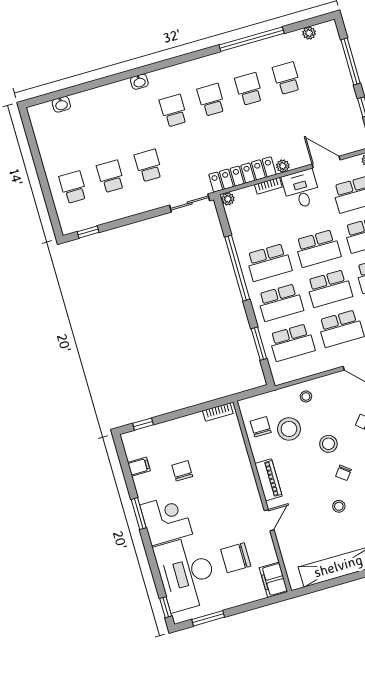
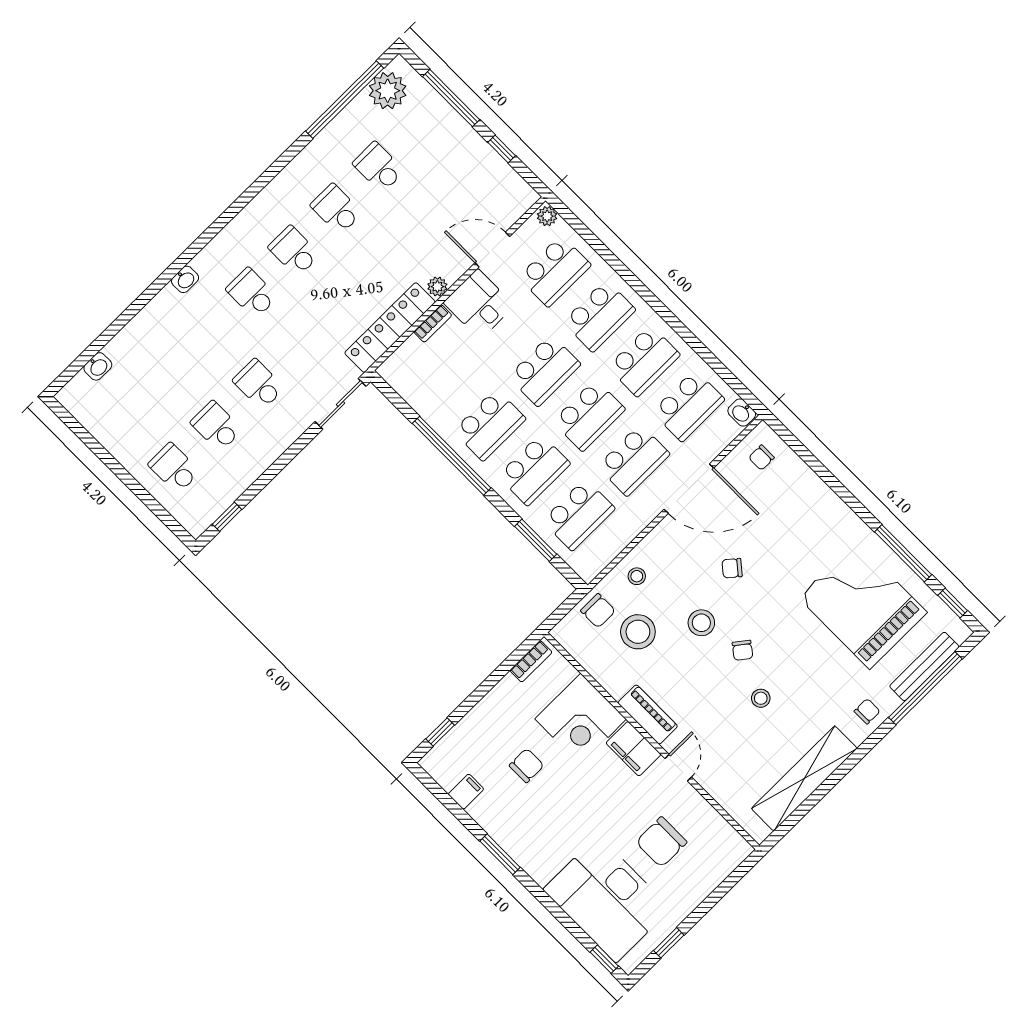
plant: (309, 33) -> (388, 91), width x1.88, depth x1.88
window: (252, 39) -> (345, 100), moved
plant: (228, 199) -> (388, 371), removed
chair: (261, 427) -> (598, 611), moved, turned 180
chair: (182, 471) -> (527, 766), turned 90
corner desk: (166, 520) -> (581, 719), moved, turned 180
filing cabinet: (274, 580) -> (633, 749), moved
window: (208, 618) -> (669, 943), width x0.67

